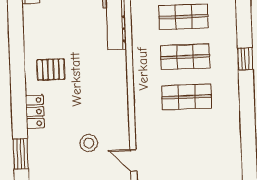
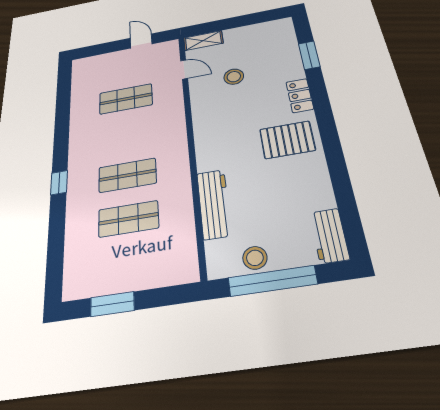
pallet: (51, 70) -> (287, 140), width x1.50, depth x1.42
shop shelf: (187, 97) -> (126, 99), moved

